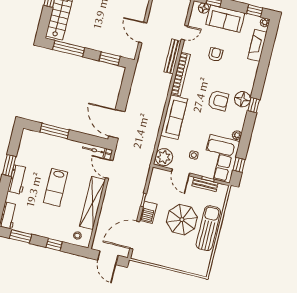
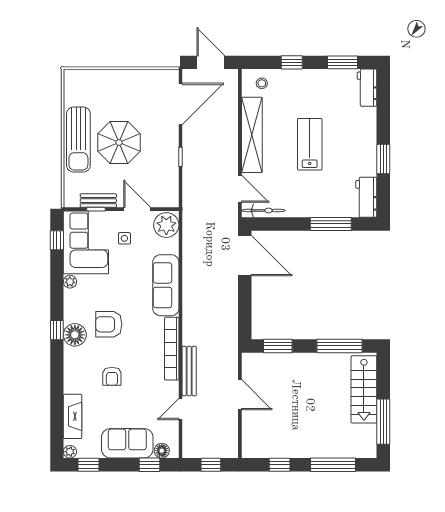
armchair: (216, 55) -> (112, 376), moved
workbench: (18, 179) -> (366, 197), moved
barbecue: (148, 212) -> (169, 141), removed

